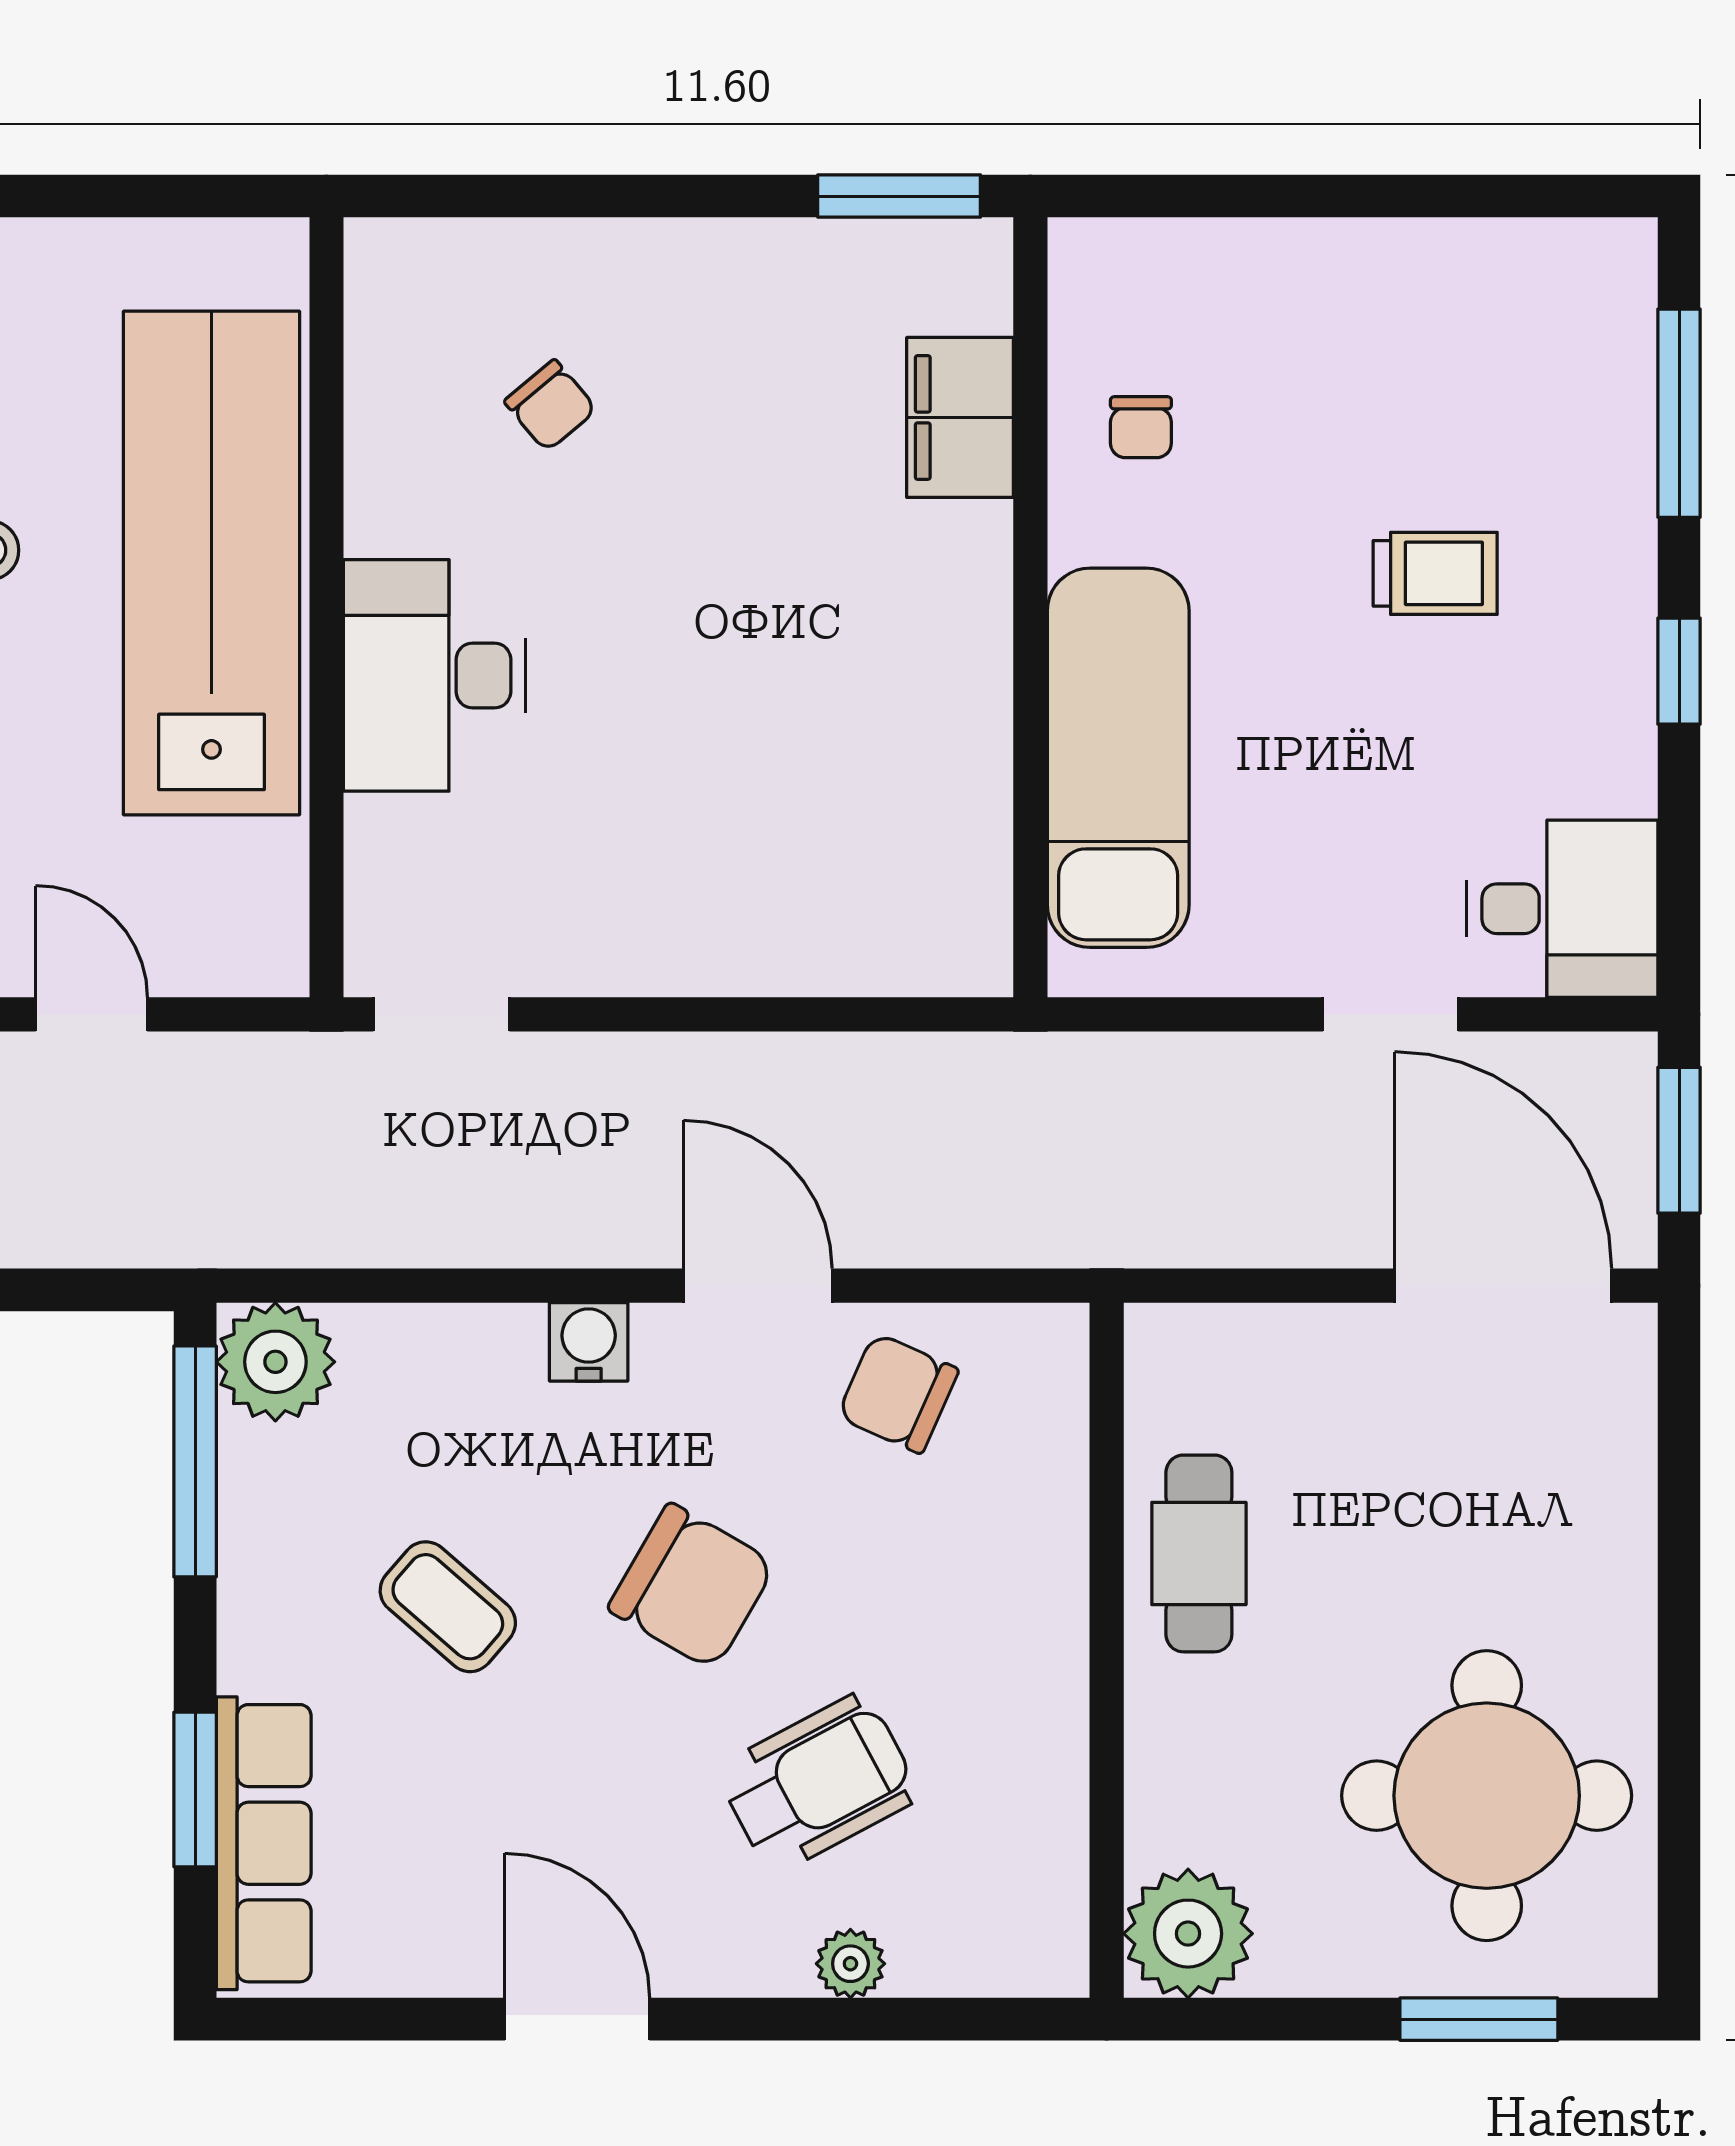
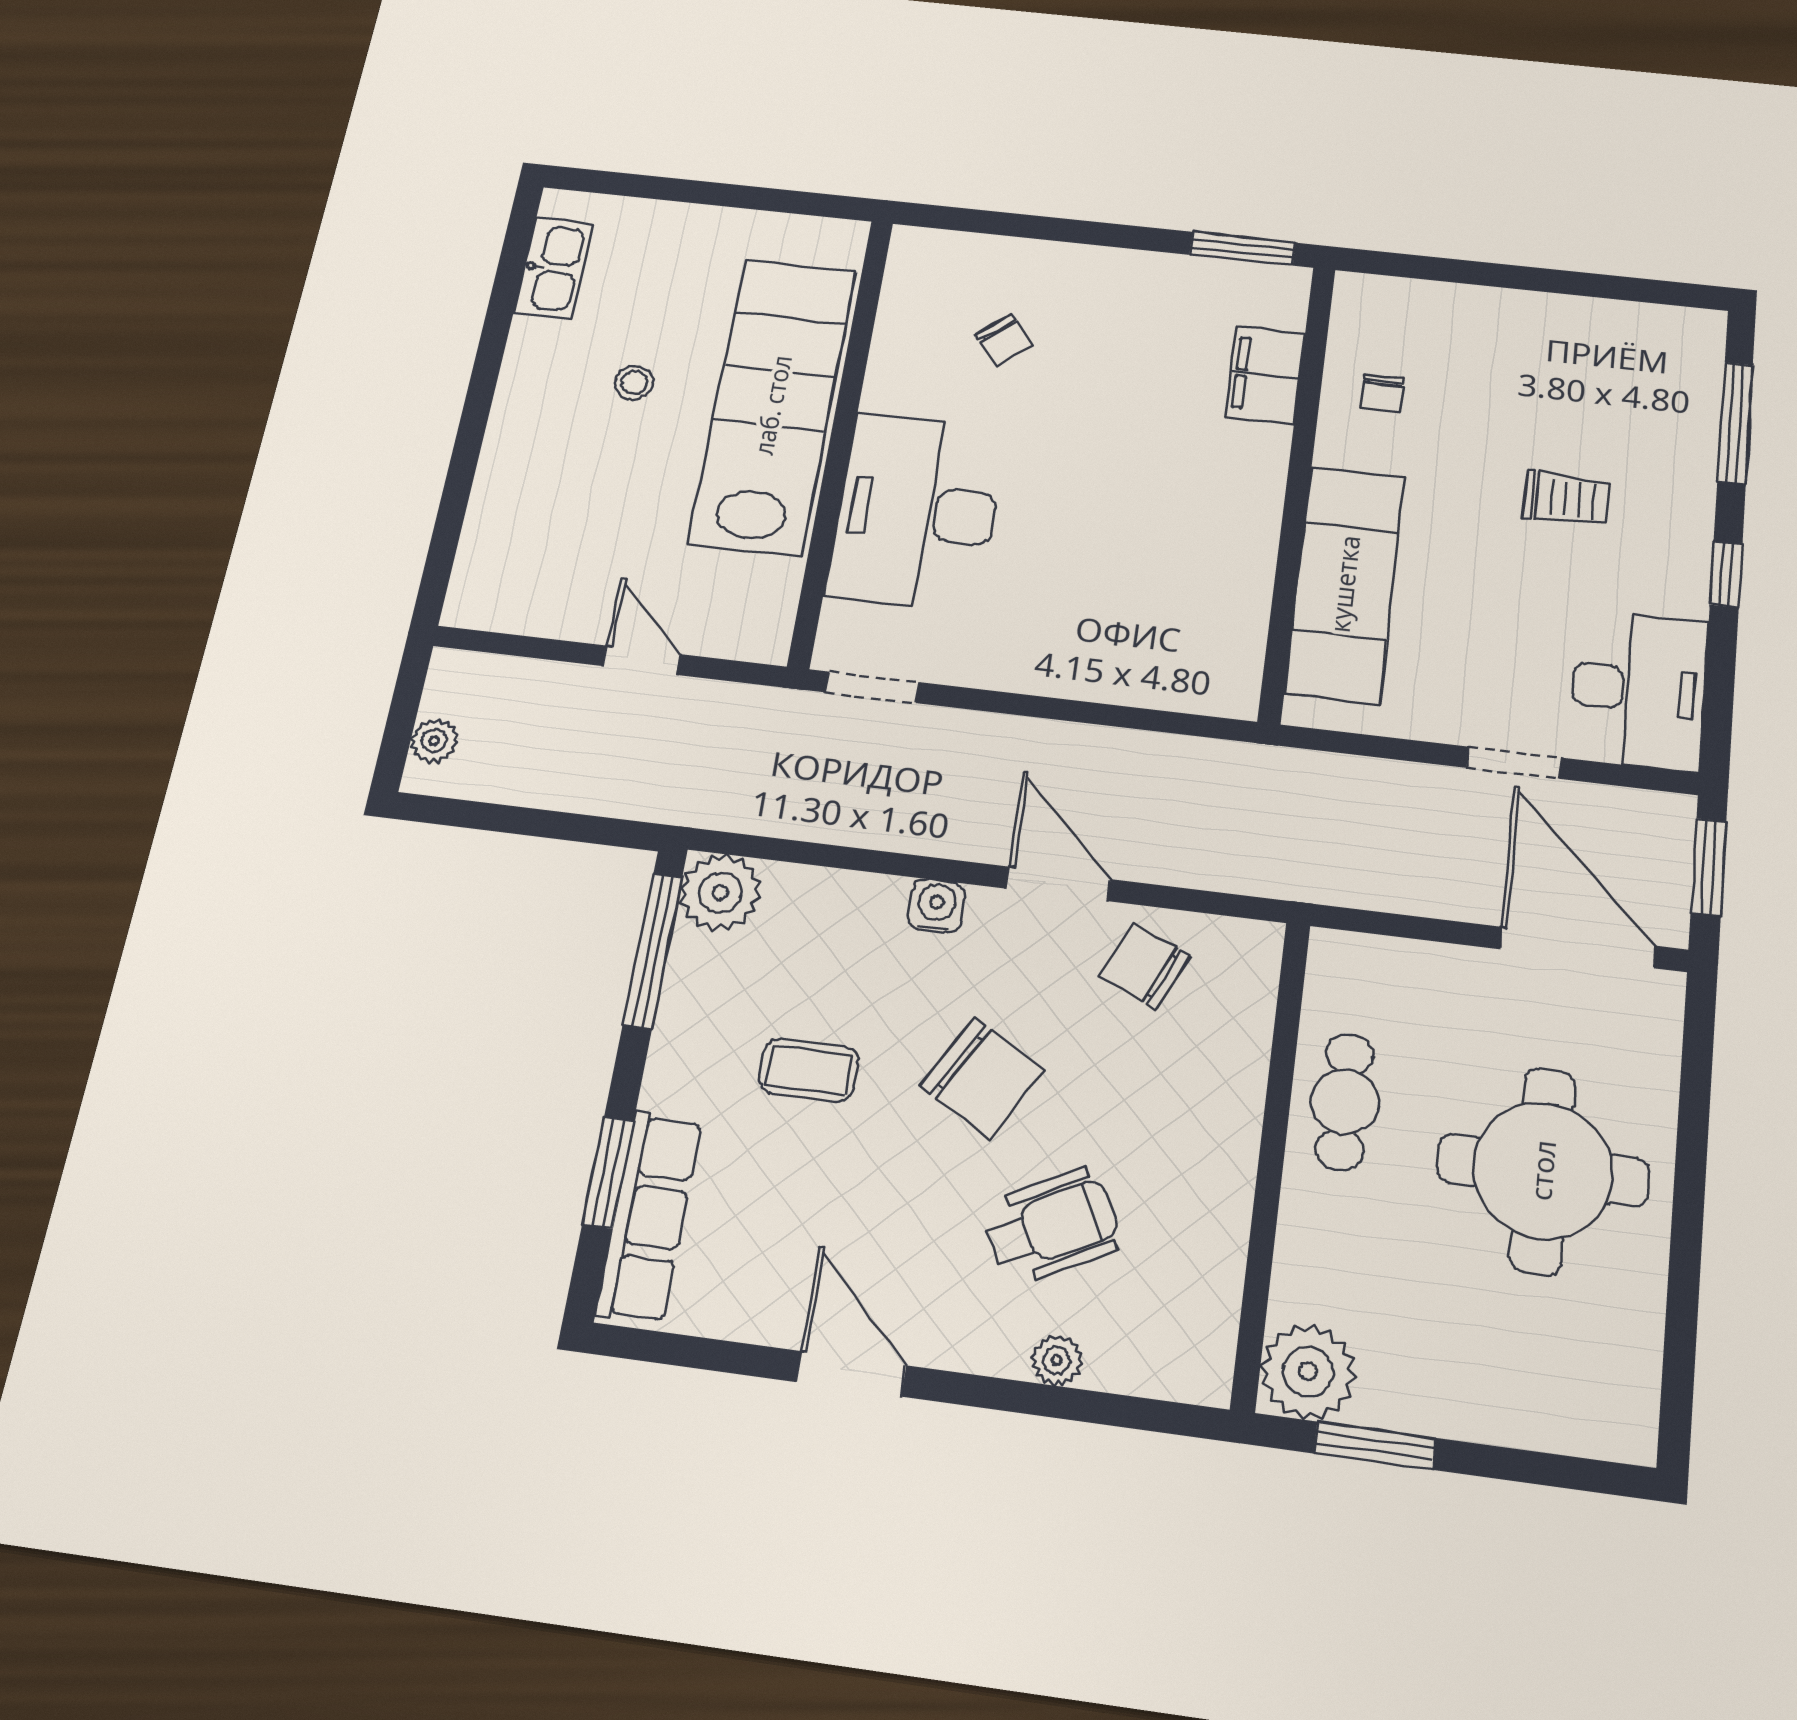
desk: (434, 675) -> (917, 512), width x1.36, depth x1.30
desk: (1562, 909) -> (1638, 690), width x1.37
coffee table: (448, 1607) -> (809, 1070), turned -41
round table: (1487, 1796) -> (1543, 1170), moved
window: (1479, 2019) -> (1375, 1446), moved

